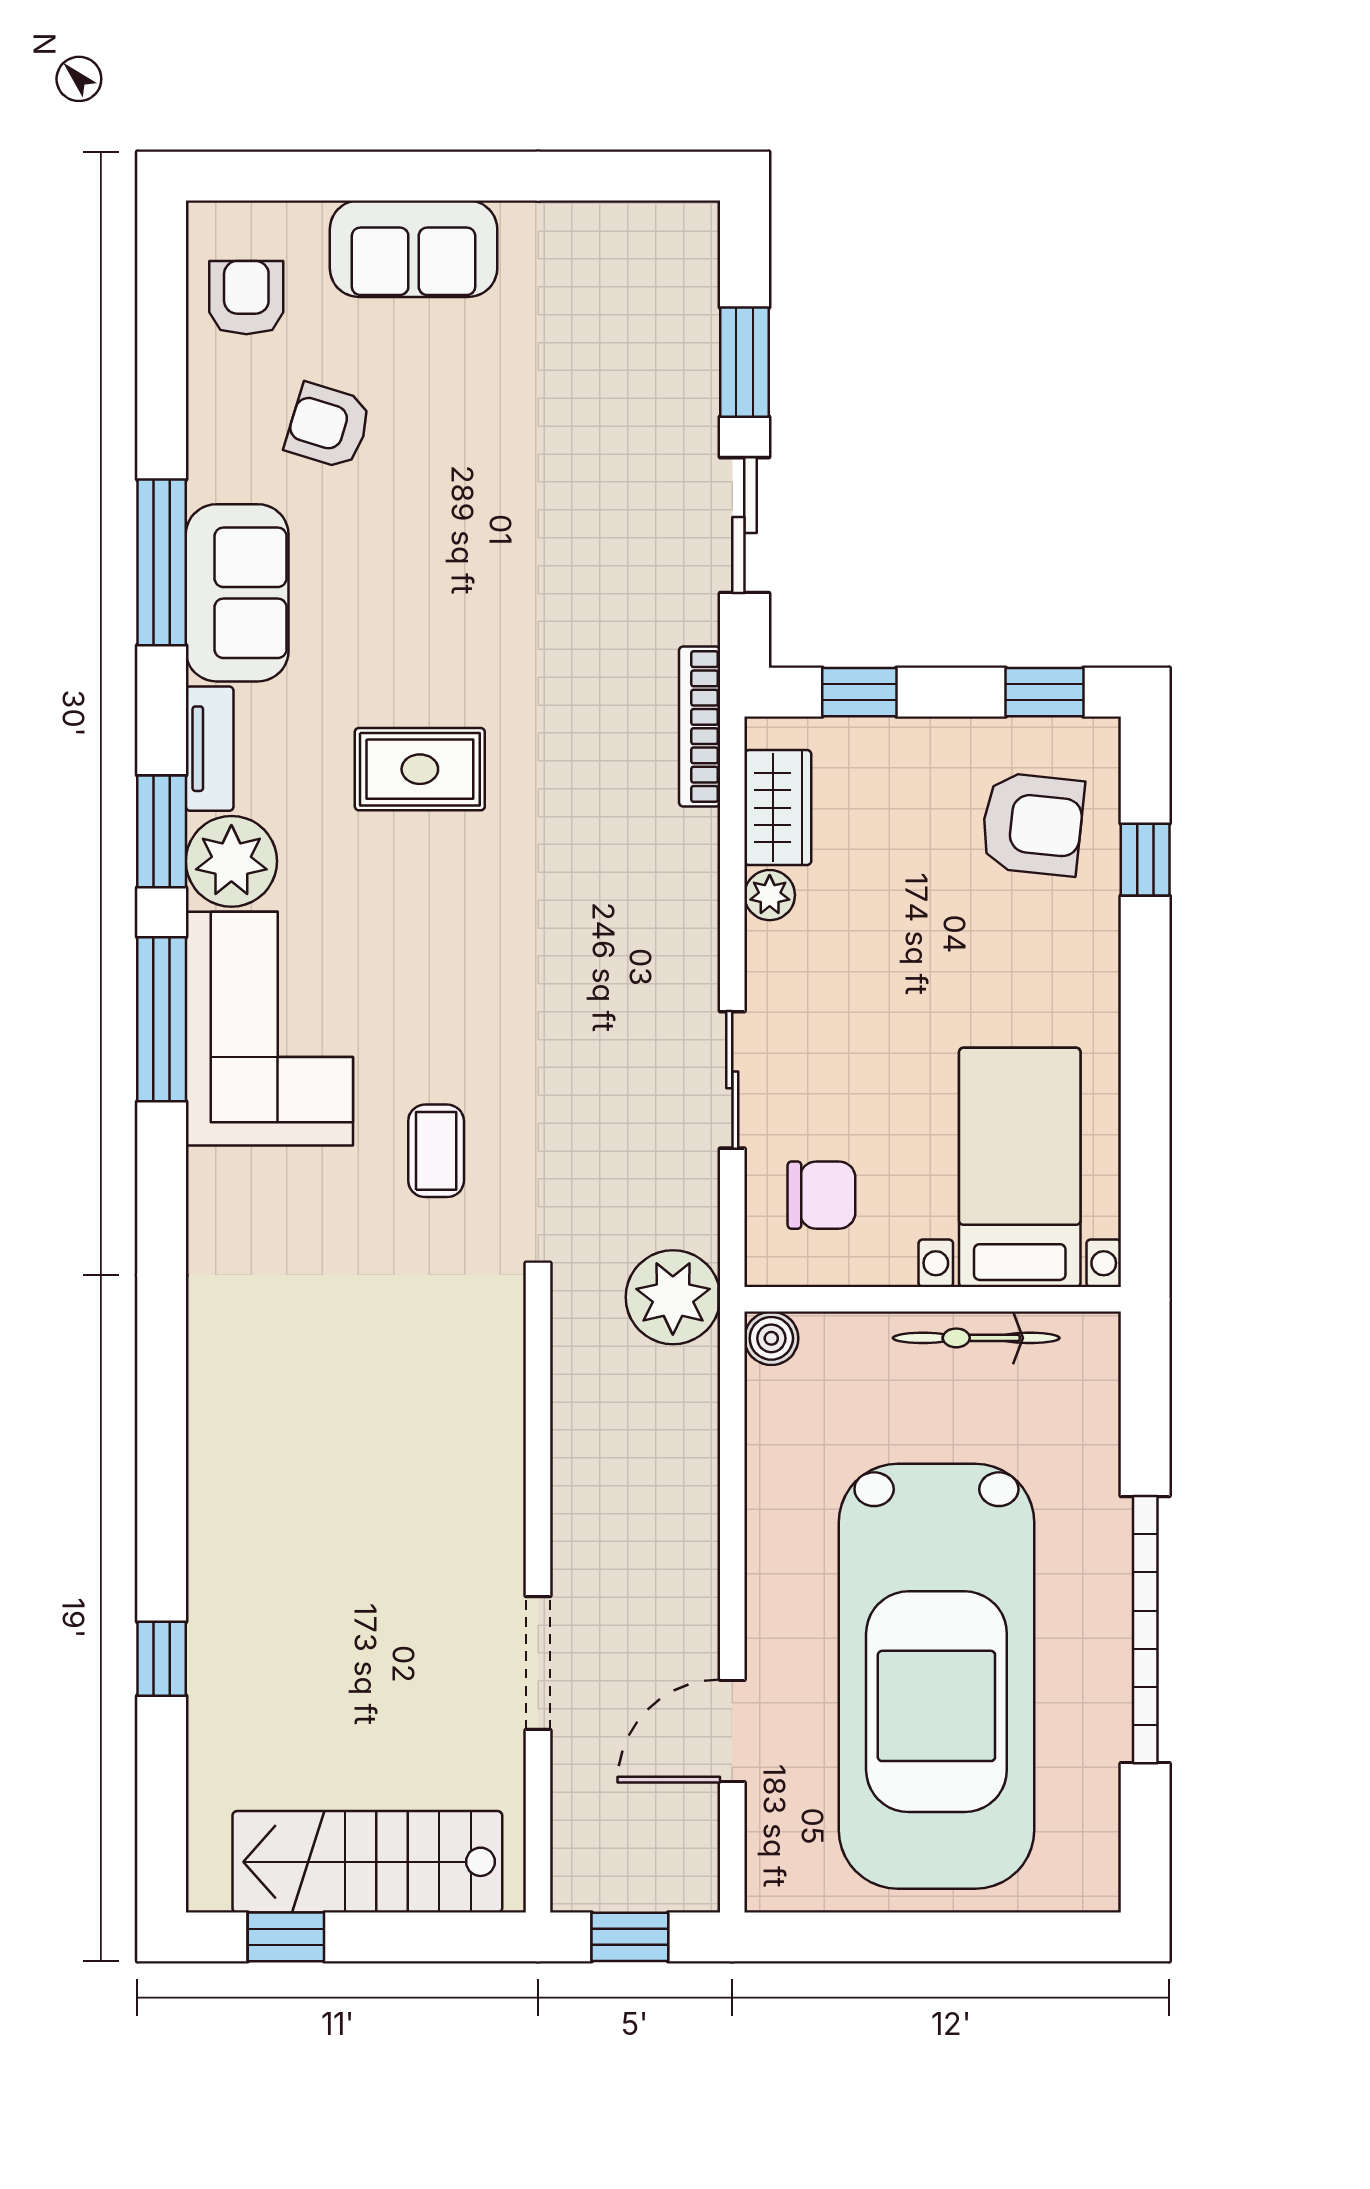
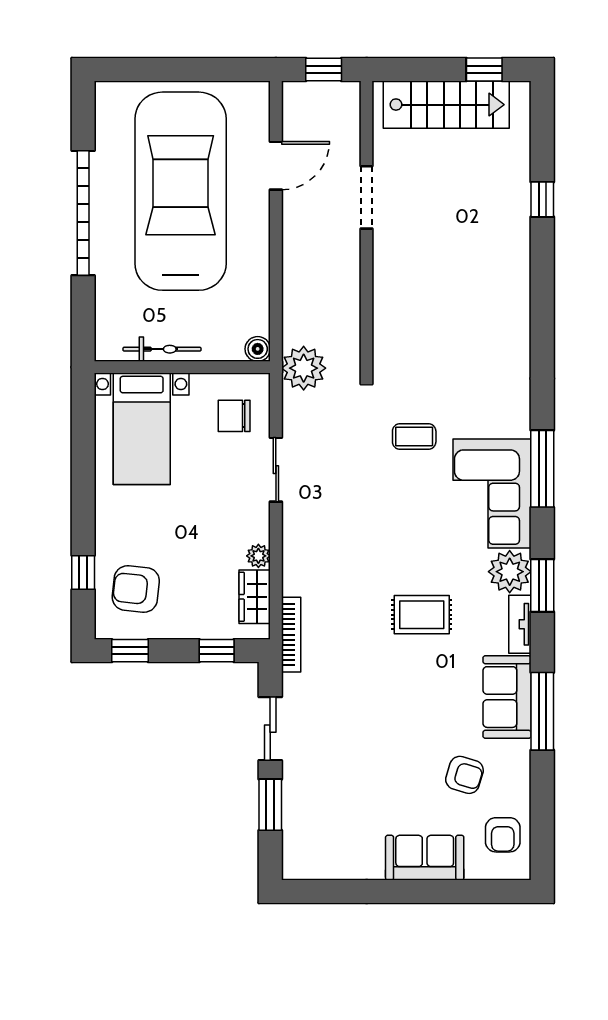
window: (162, 1019) -> (542, 469), moved
coffee table: (436, 1151) -> (414, 436), turned 90

